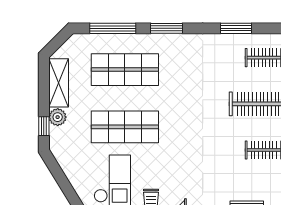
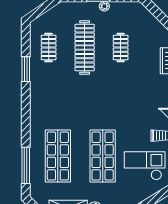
window: (166, 28) -> (26, 124), removed

